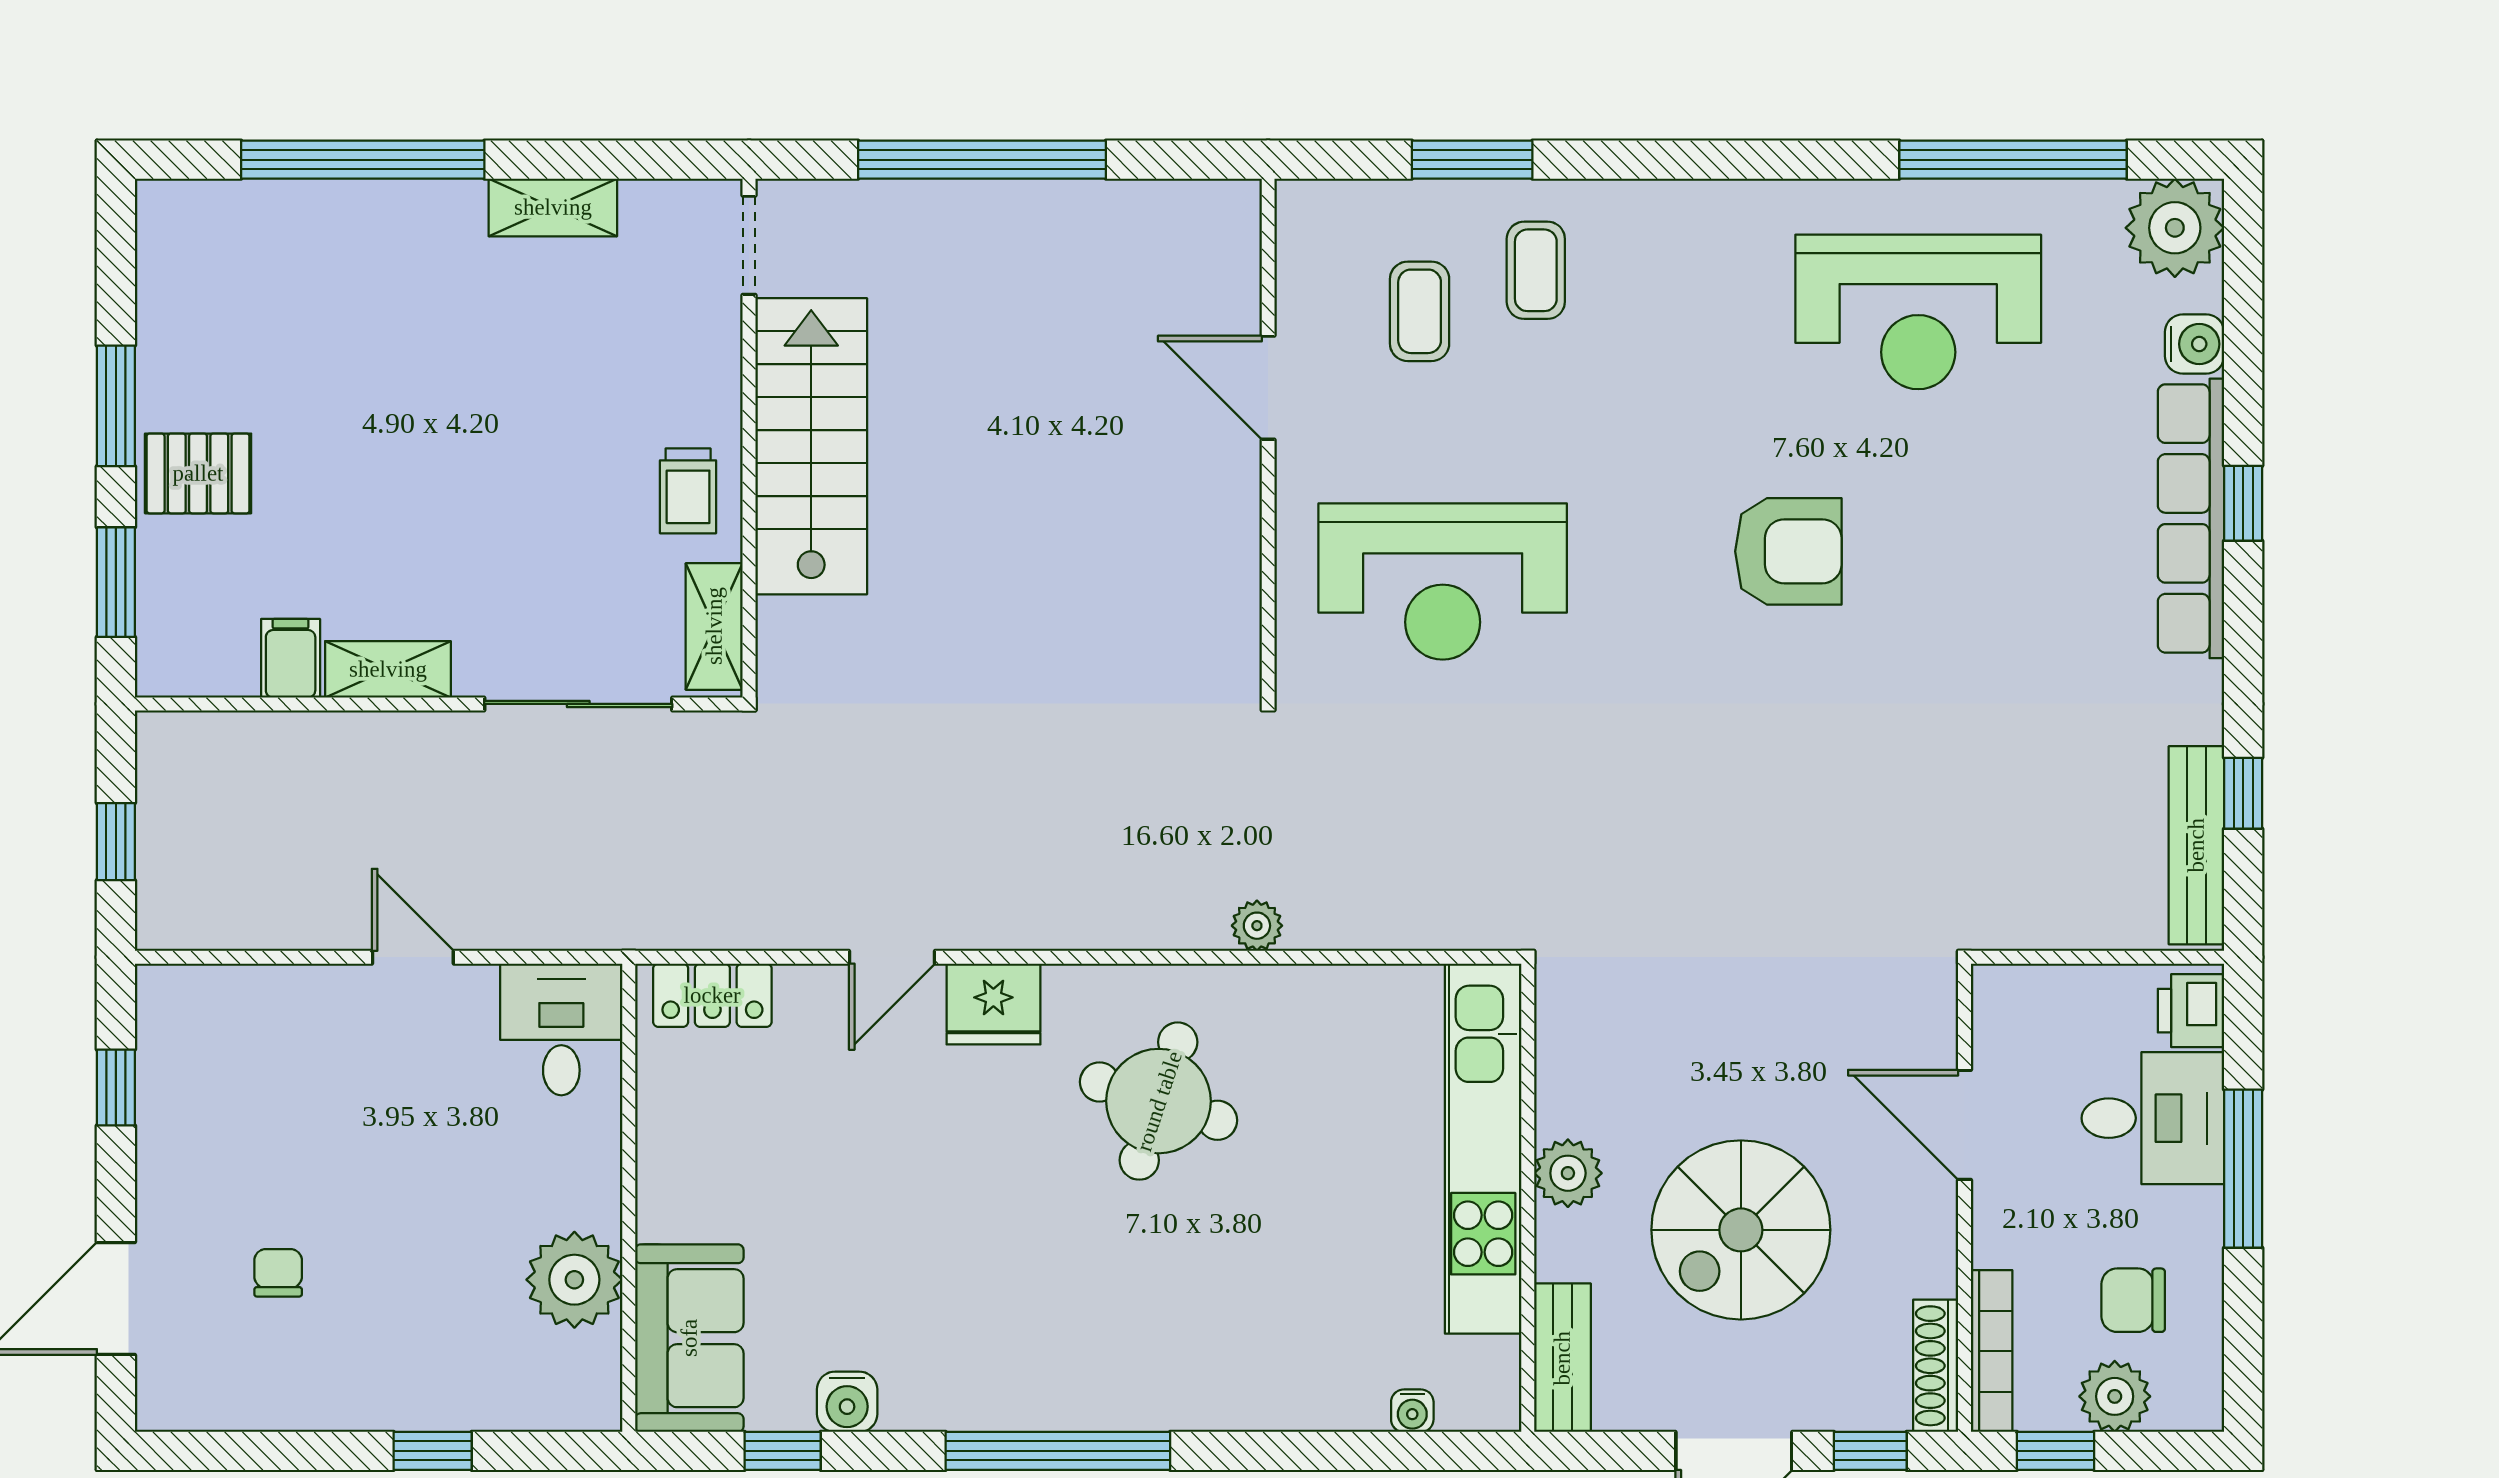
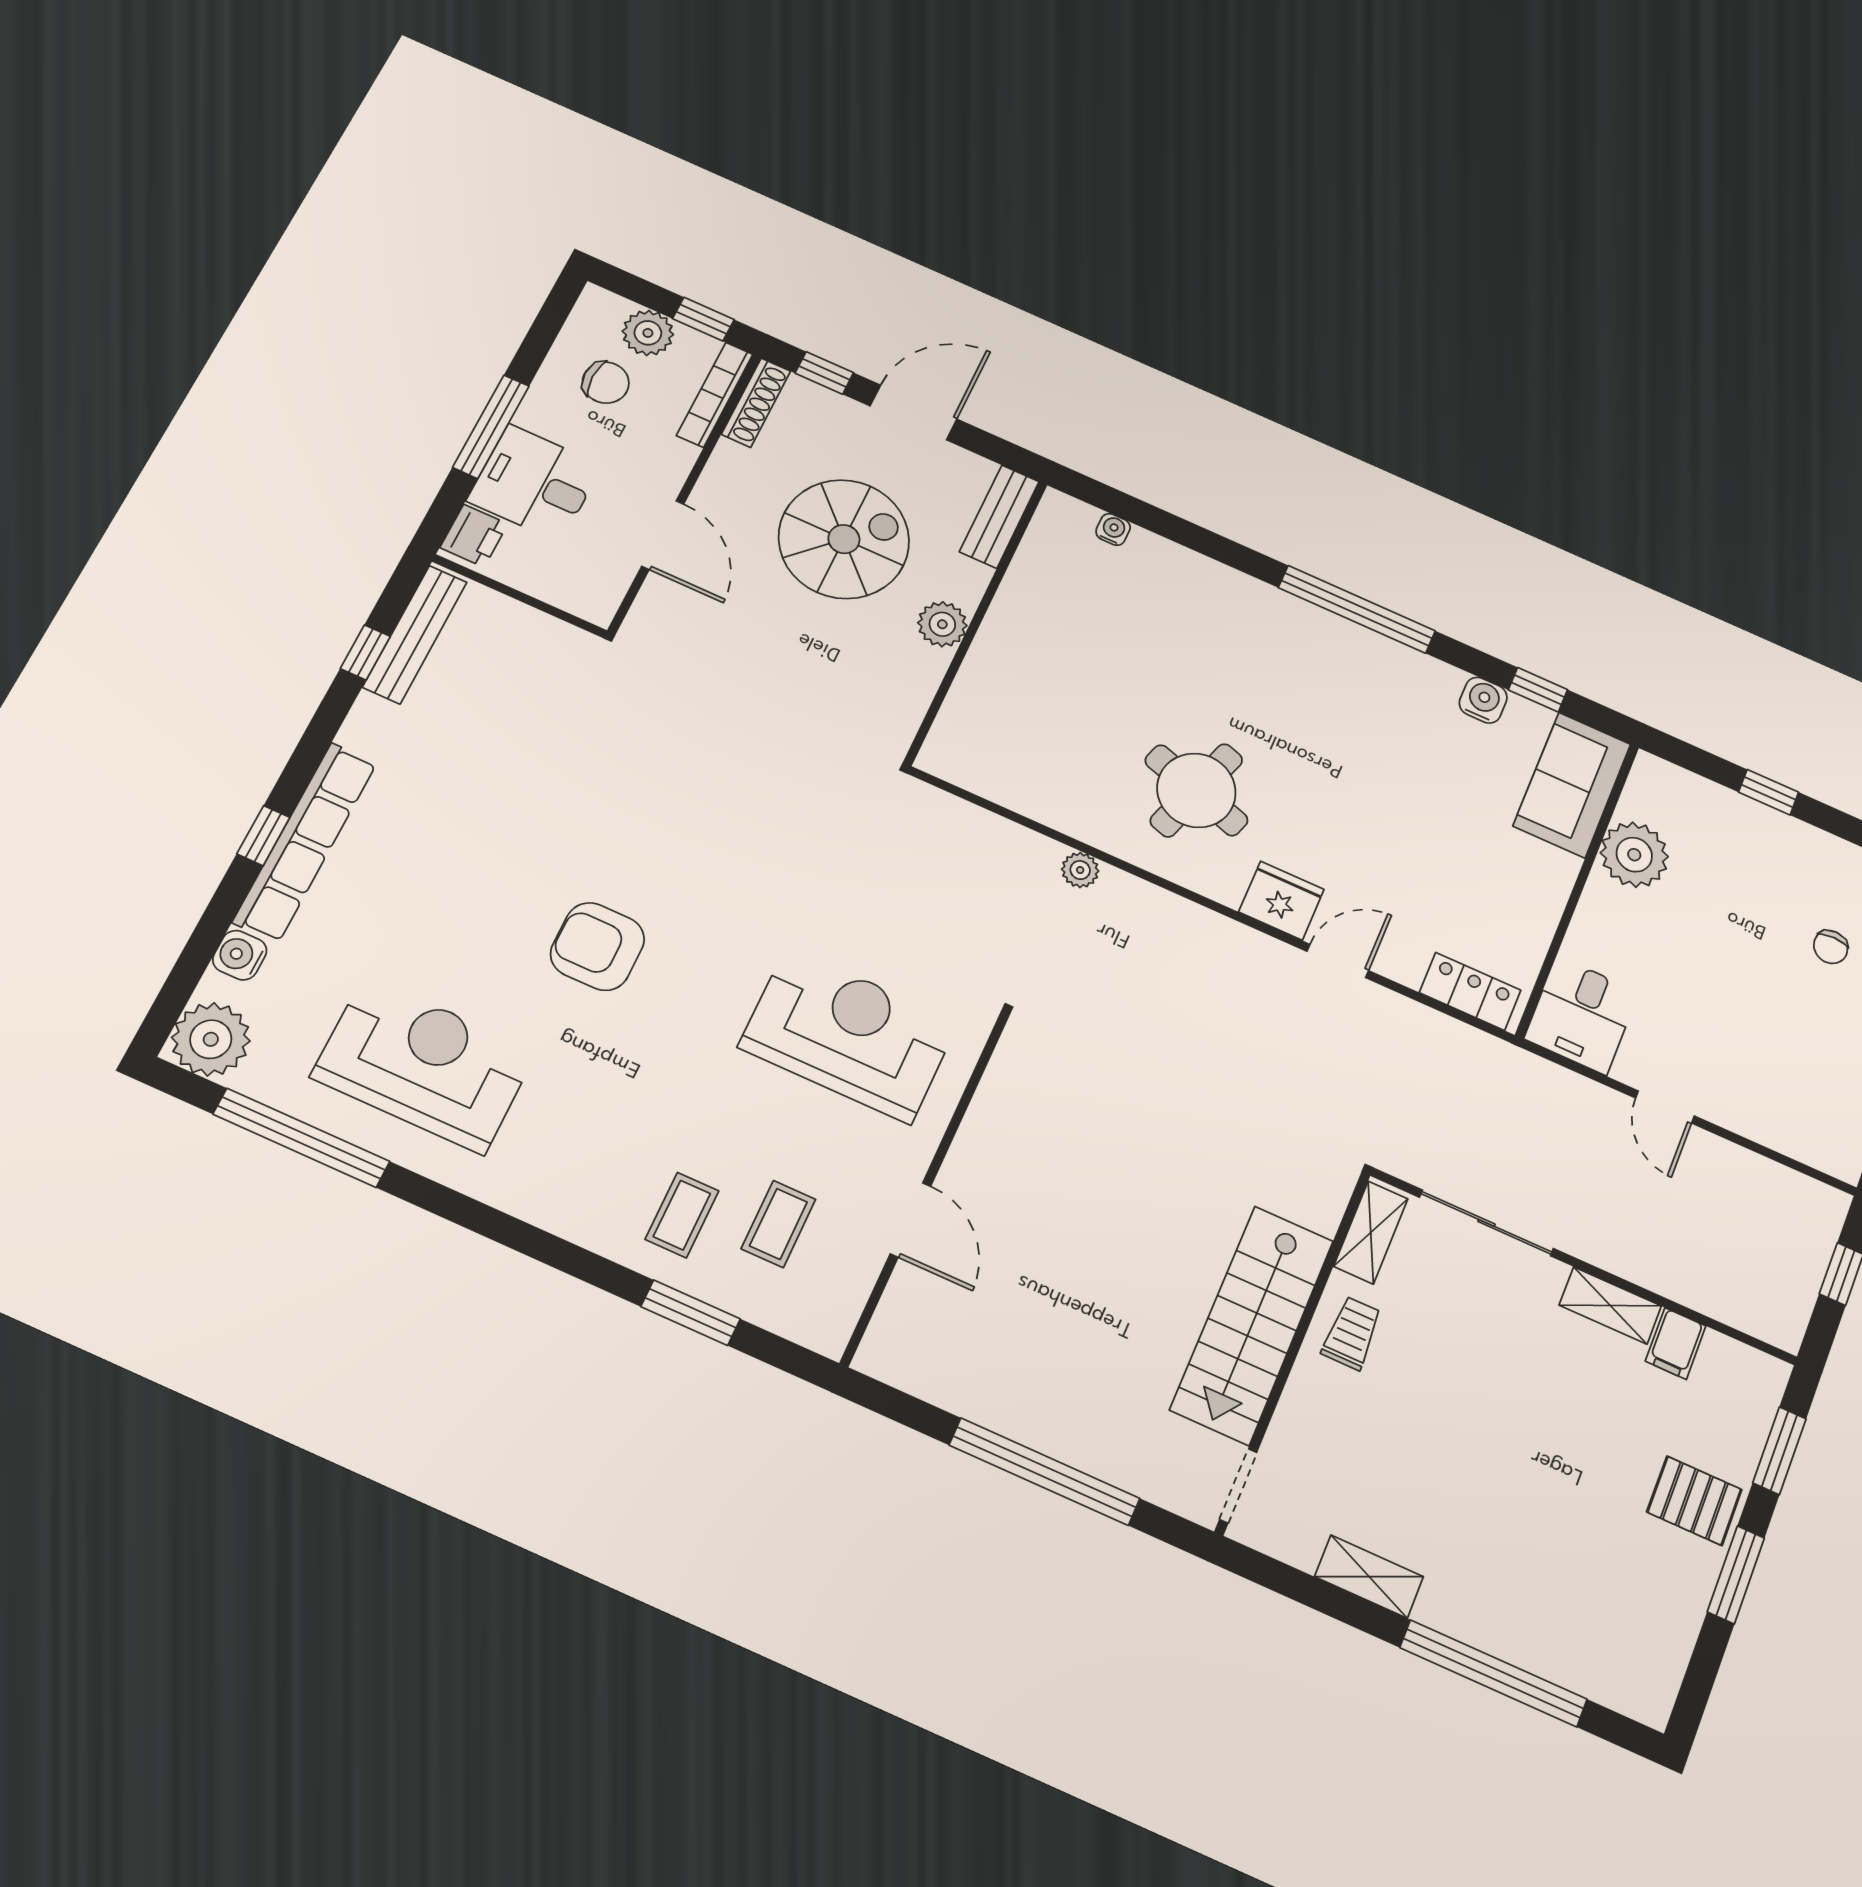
kitchen unit: (1483, 1149) -> (992, 664), removed

